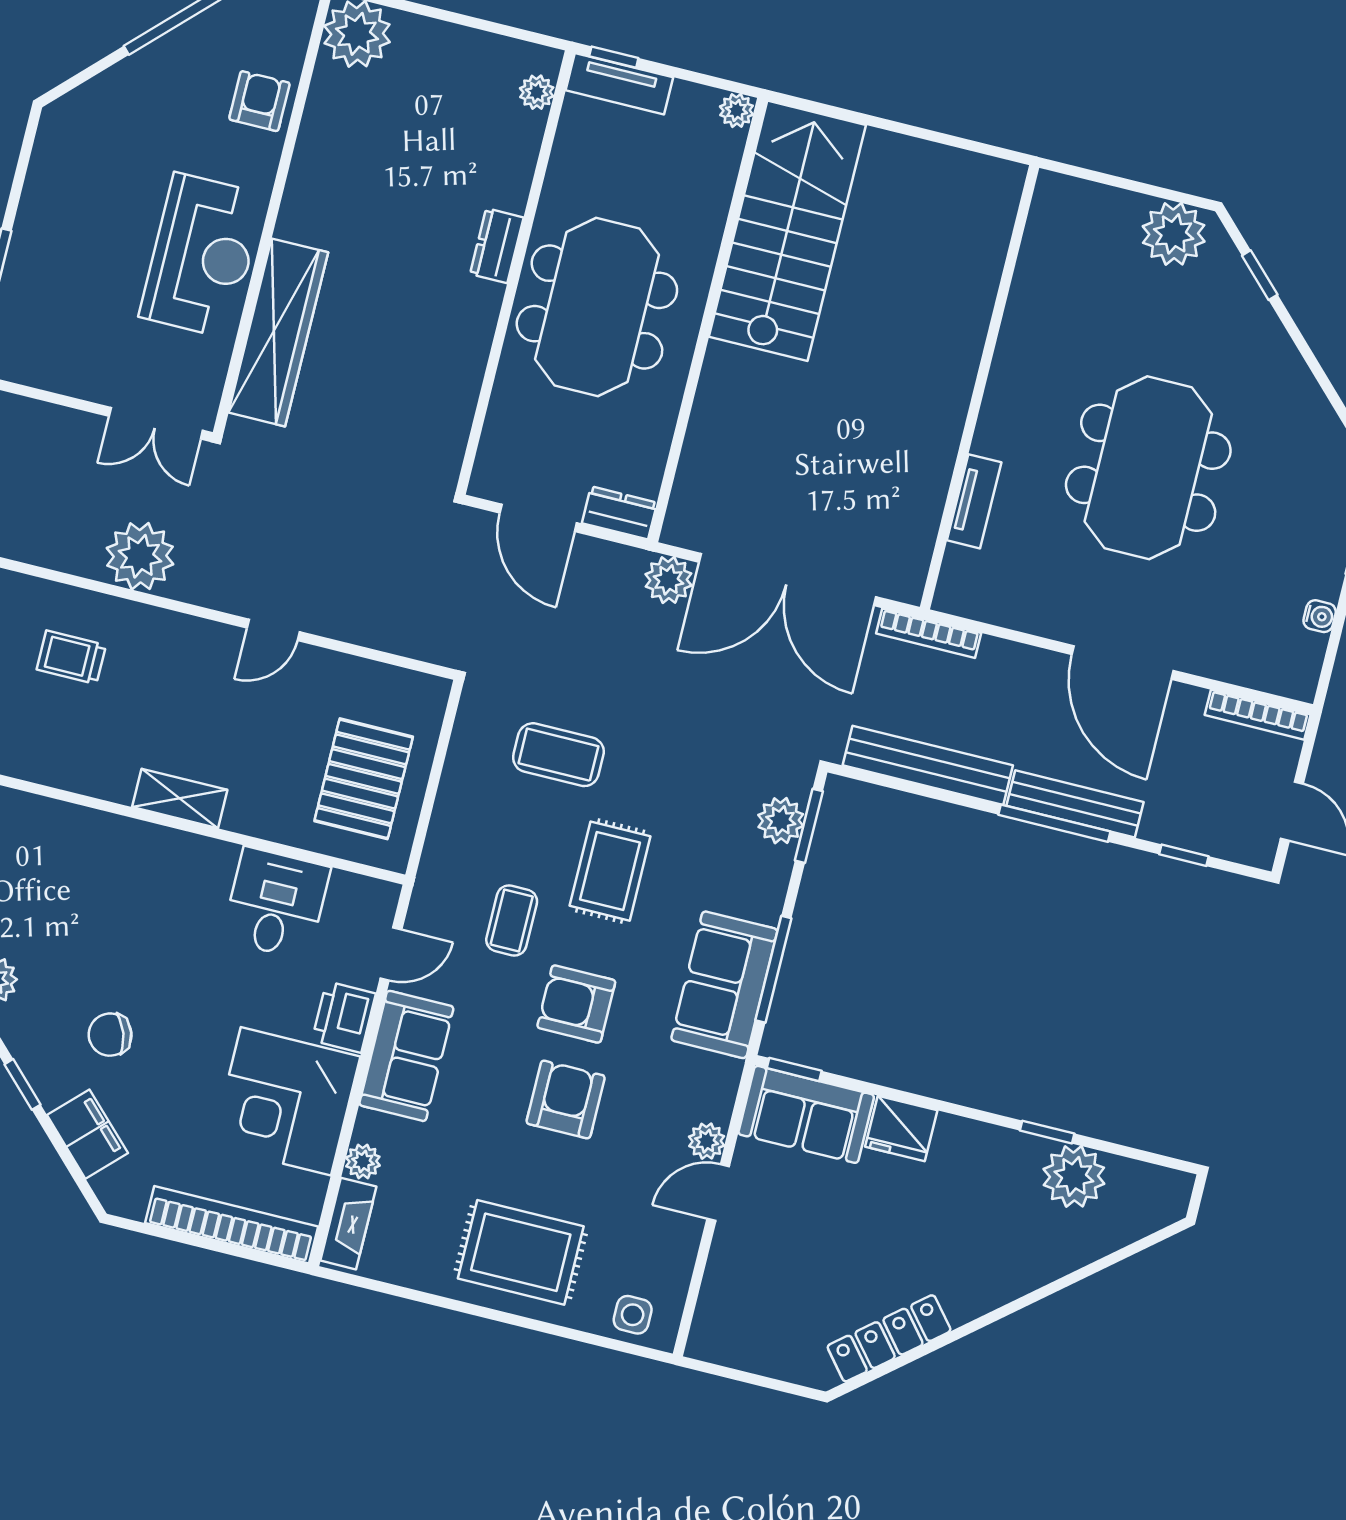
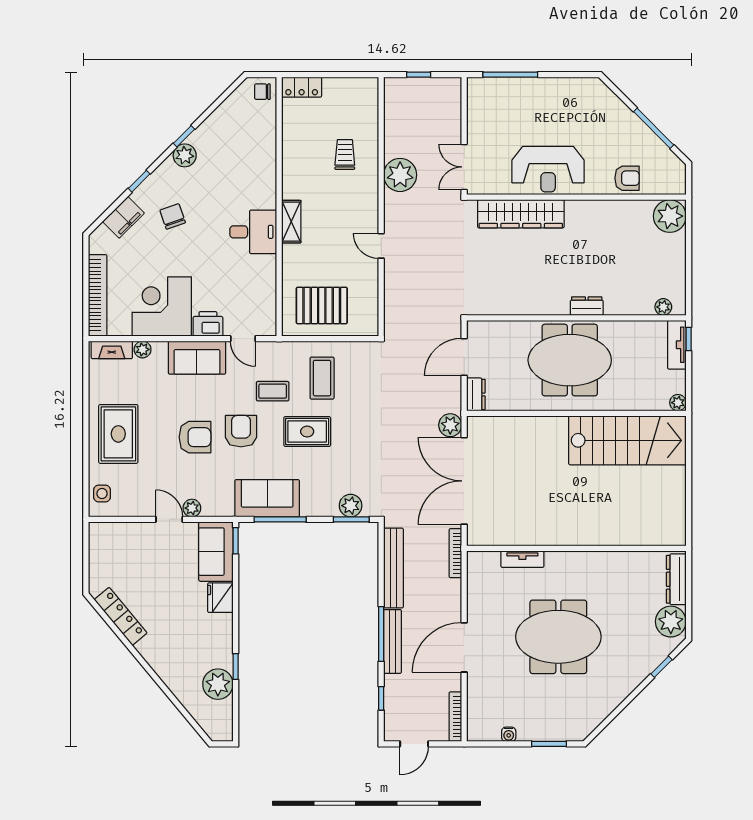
dresser: (1091, 202) -> (676, 579), added
coffee table: (558, 755) -> (322, 378), moved
desk: (276, 903) -> (253, 232), moved

